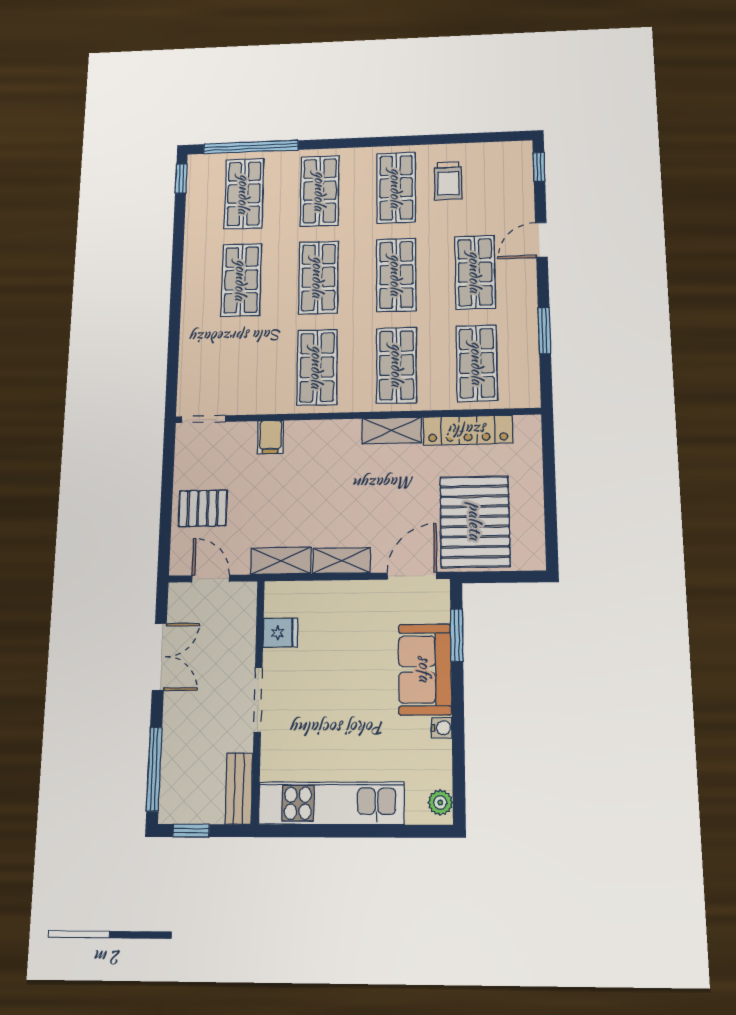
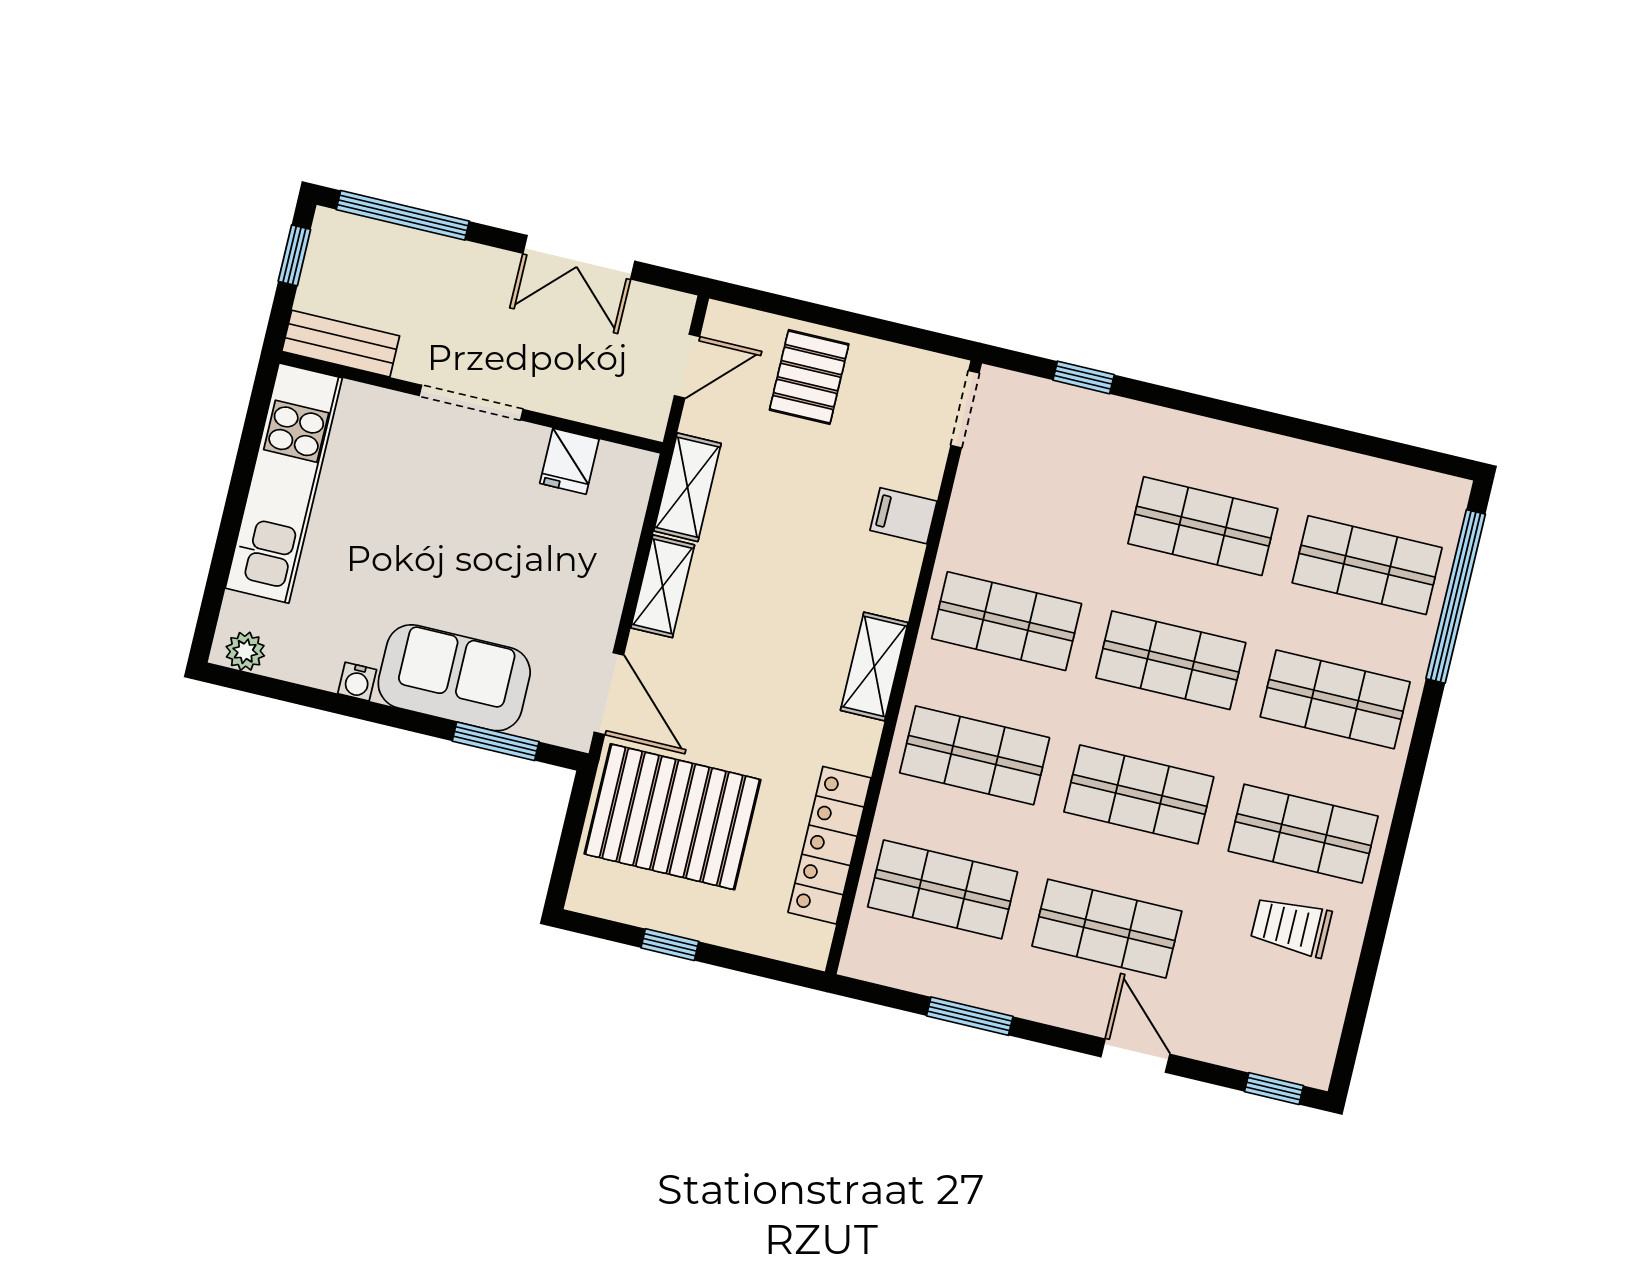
window: (181, 179) -> (1084, 377), moved
shelving: (392, 431) -> (874, 666), moved
window: (550, 504) -> (670, 945), added

